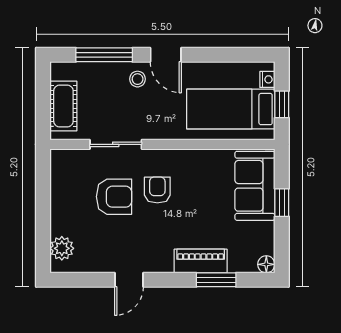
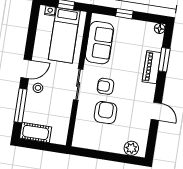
cot: (63, 106) -> (36, 132), moved
sliding door: (116, 144) -> (78, 84), moved
sofa: (255, 186) -> (100, 43), moved, turned -90

